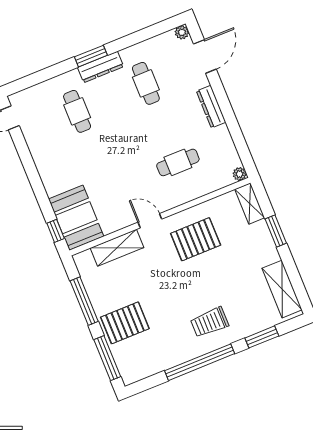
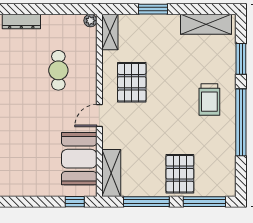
shelving: (250, 203) -> (110, 32), moved, turned 90
booth: (76, 218) -> (79, 159), moved, turned 90
shelving: (117, 248) -> (111, 173), moved

